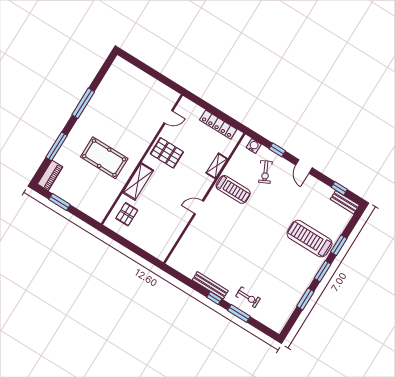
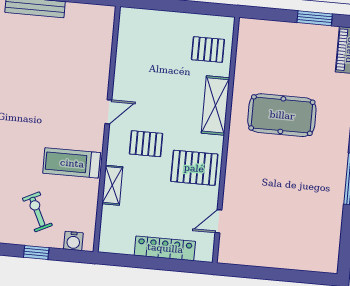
locker: (218, 125) -> (165, 248), moved
pallet: (187, 179) -> (146, 144), added
pallet: (127, 214) -> (208, 50), turned 90

